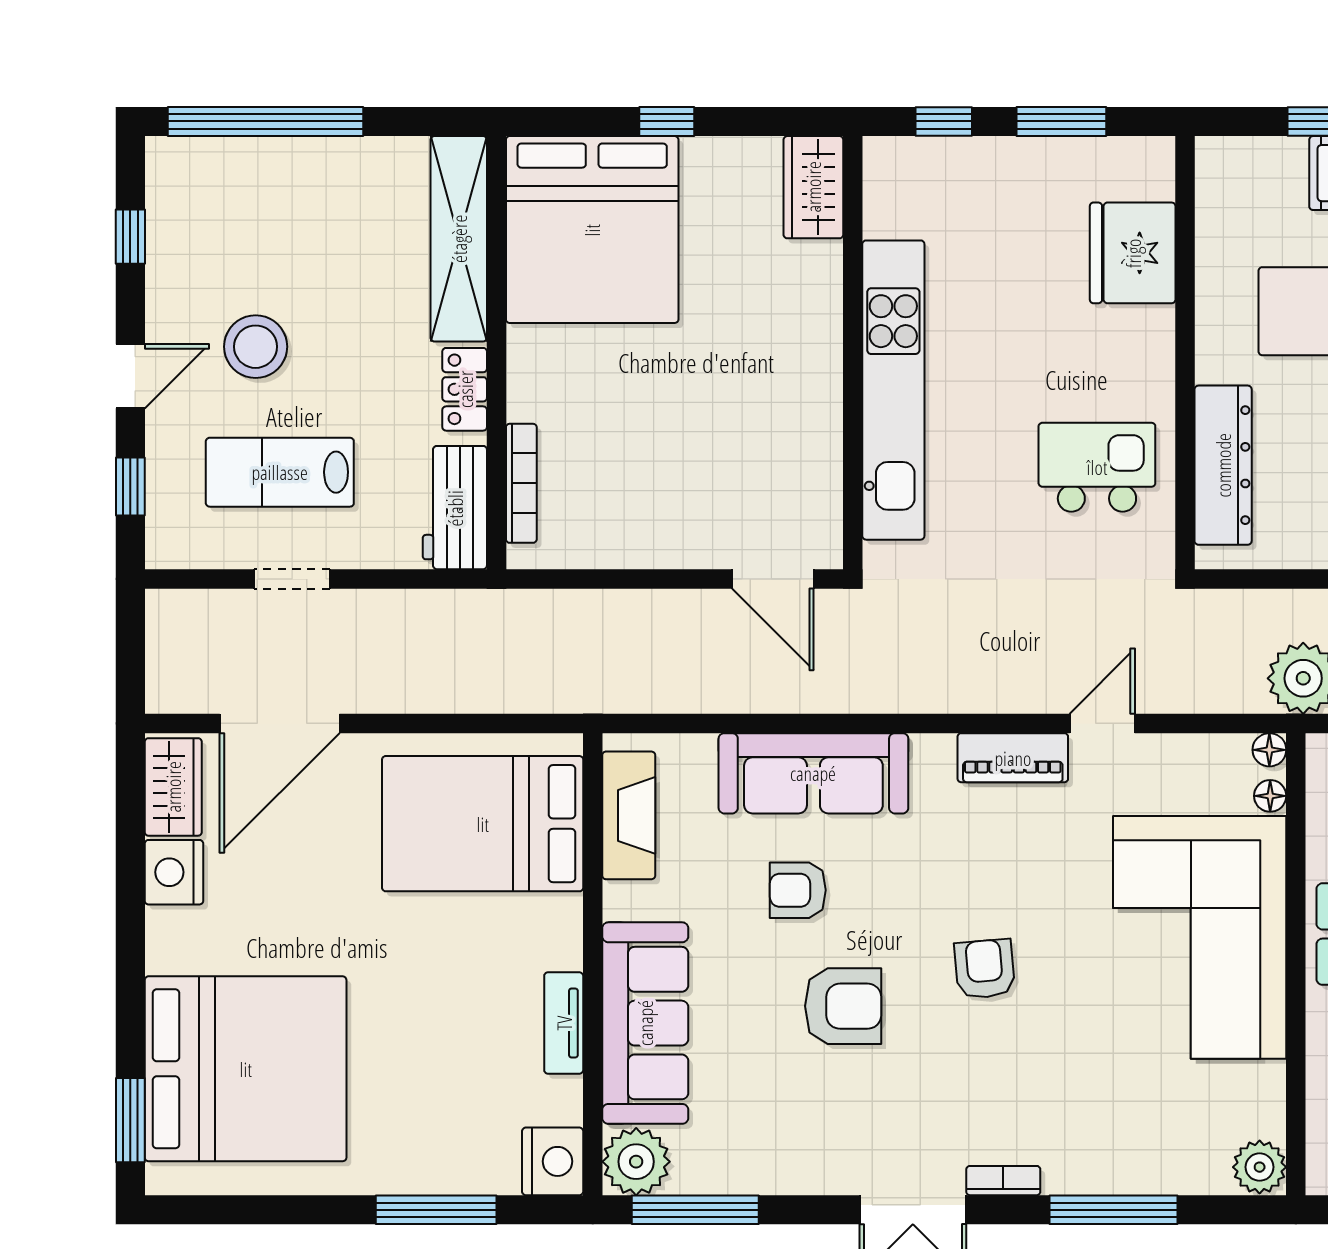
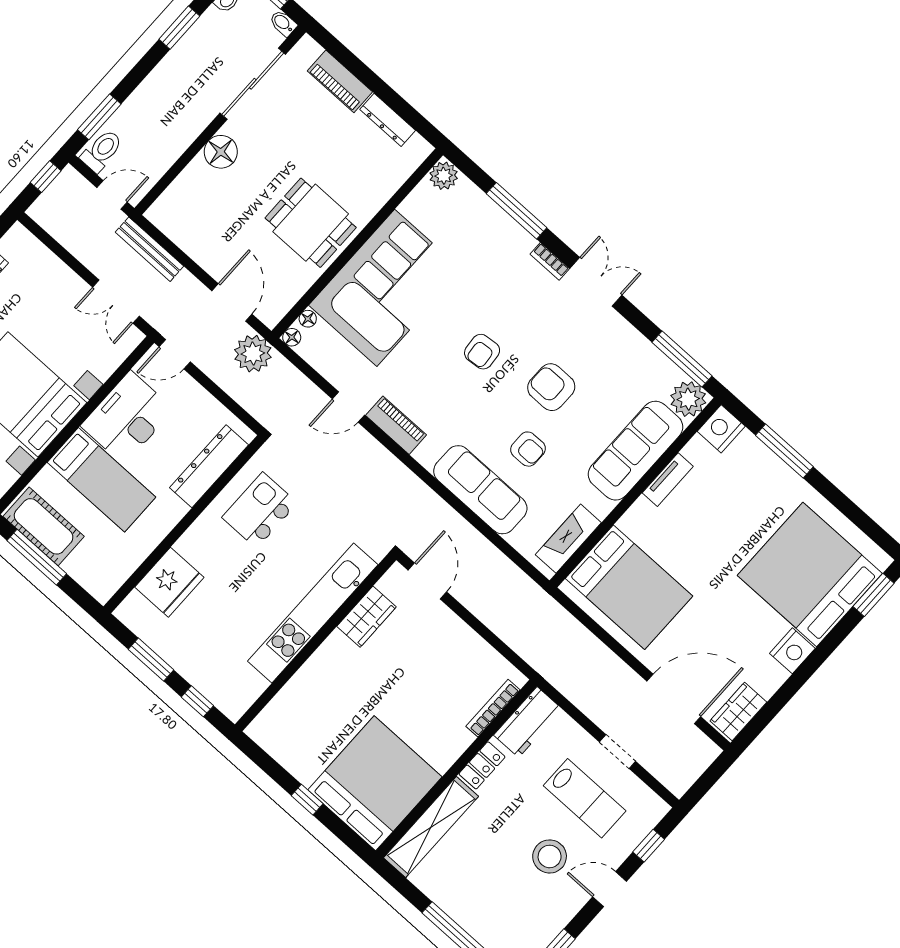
wardrobe: (813, 187) -> (366, 617), moved
kitchen island: (1097, 467) -> (260, 510), turned 90
nightstand: (174, 872) -> (792, 651), moved

